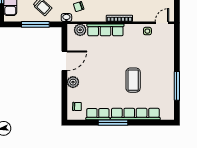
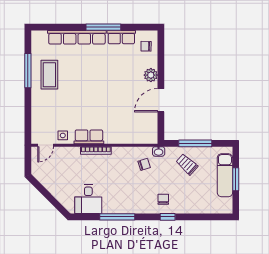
plant: (80, 30) -> (142, 137), removed
row of seats: (105, 30) -> (89, 137), moved, width x0.68
coffee table: (133, 80) -> (49, 75), moved

